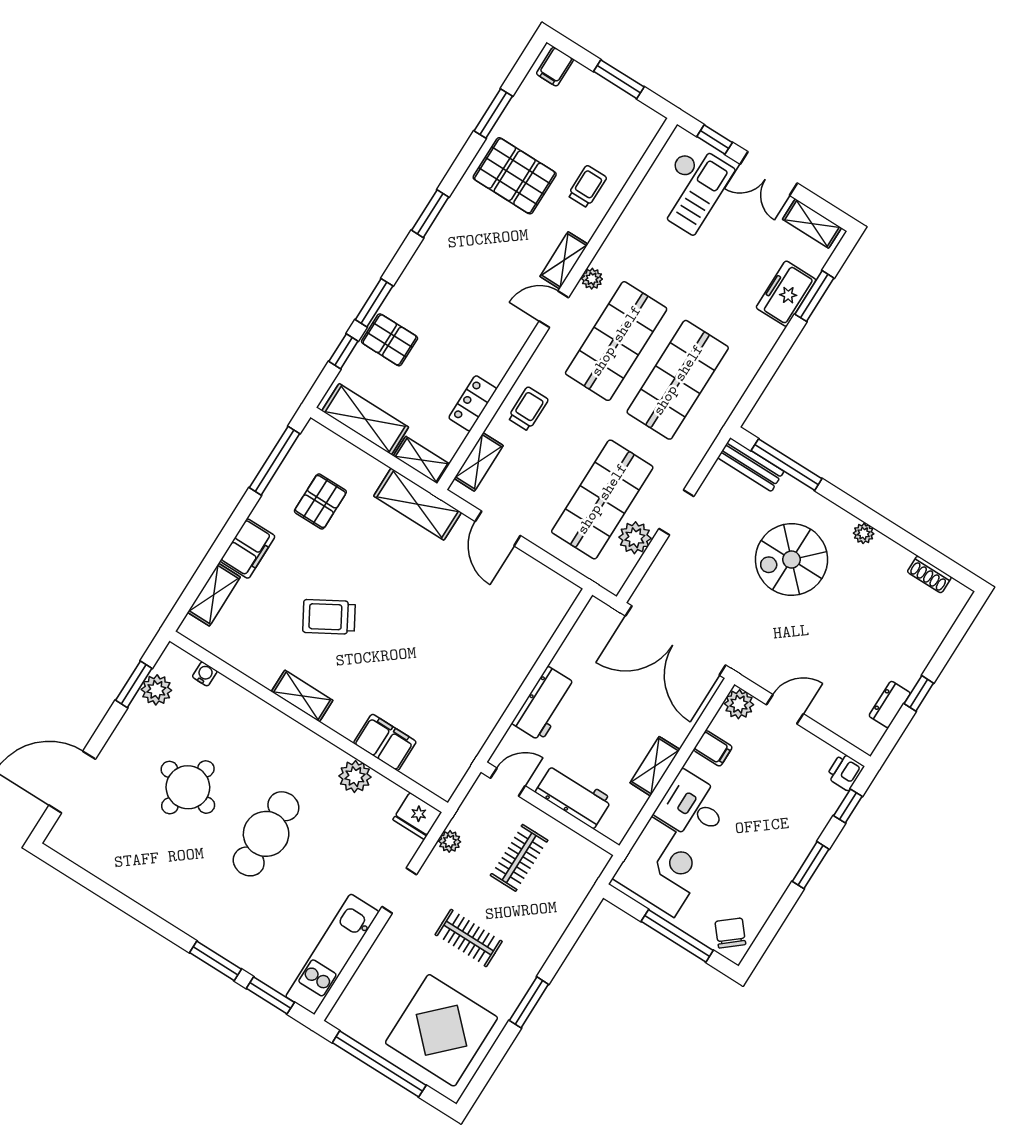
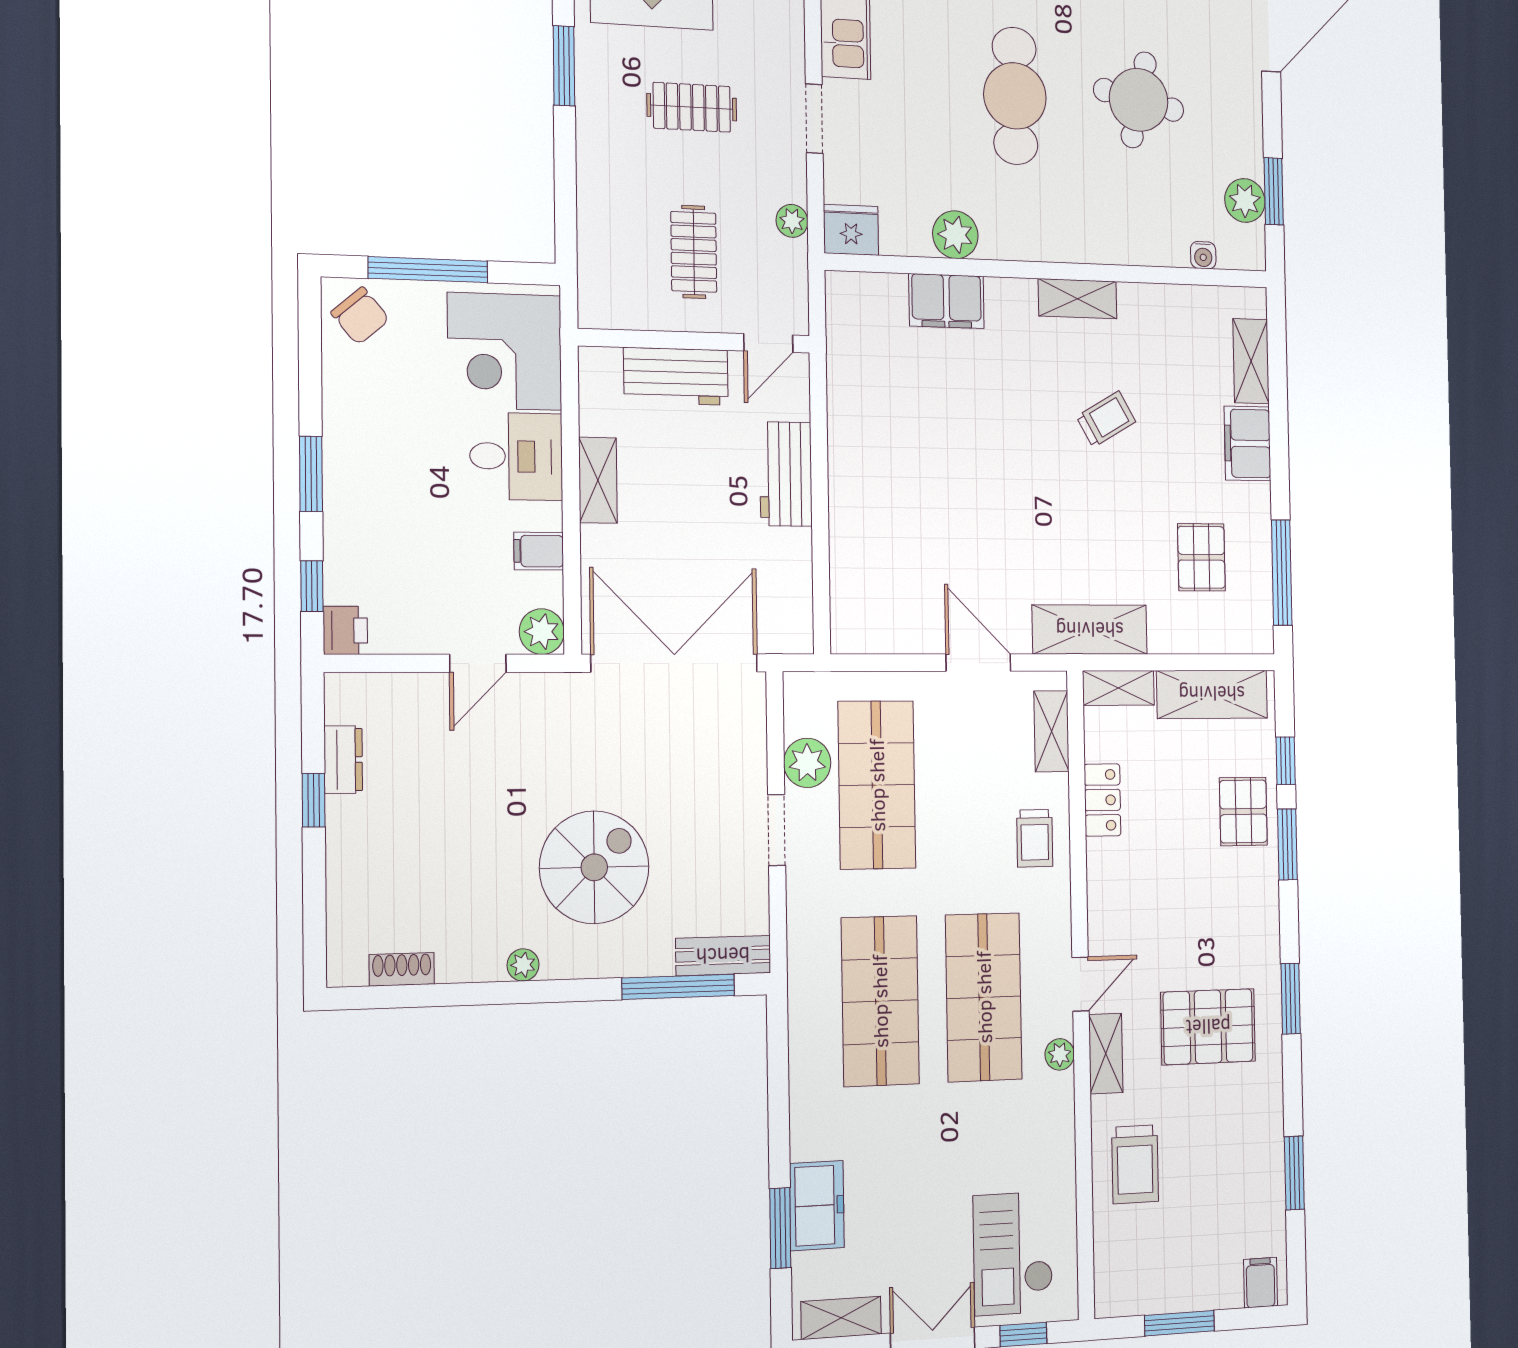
pallet: (515, 176) -> (1208, 1027), moved
trolley: (587, 187) -> (1135, 1164), width x1.36, depth x1.39
pallet: (390, 340) -> (1243, 811), turned 90
trolley: (329, 617) -> (1106, 419), width x0.73, depth x0.72

